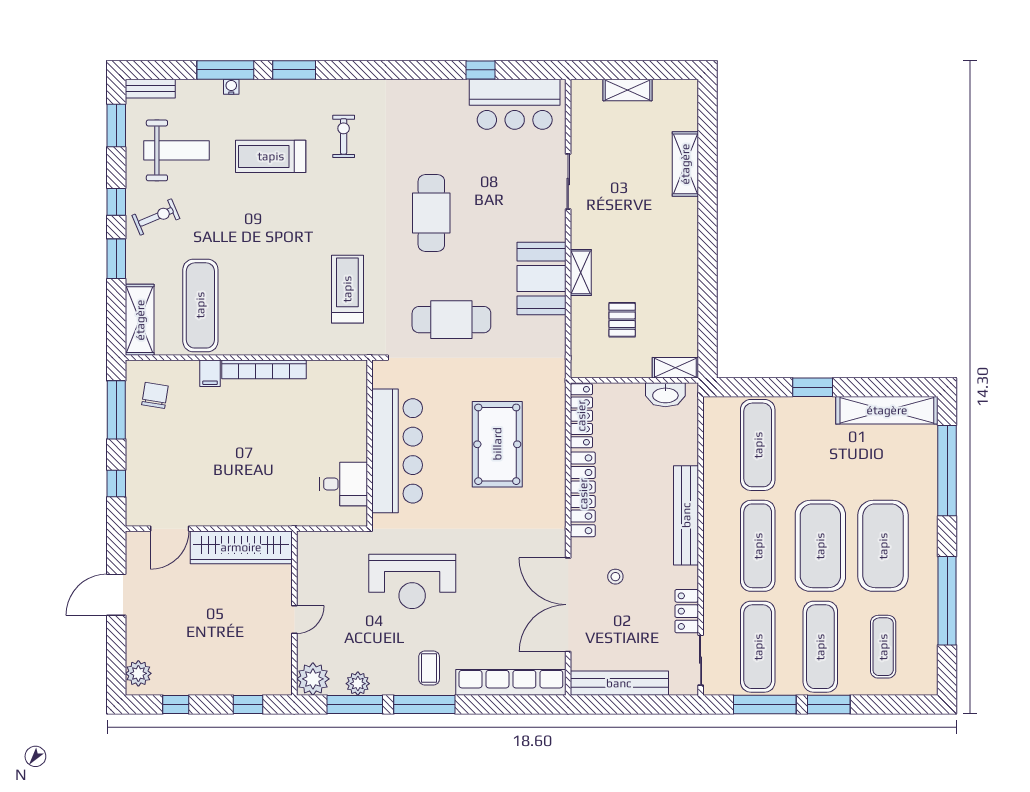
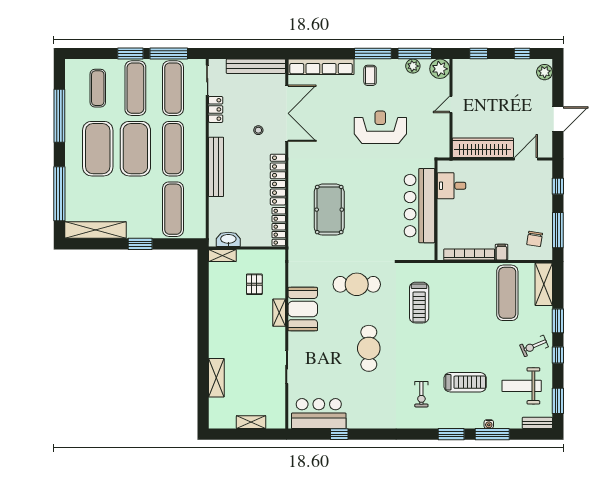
wall: (370, 443) -> (436, 210), moved
bar counter: (397, 451) -> (419, 206), moved
desk: (344, 484) -> (451, 186), moved

